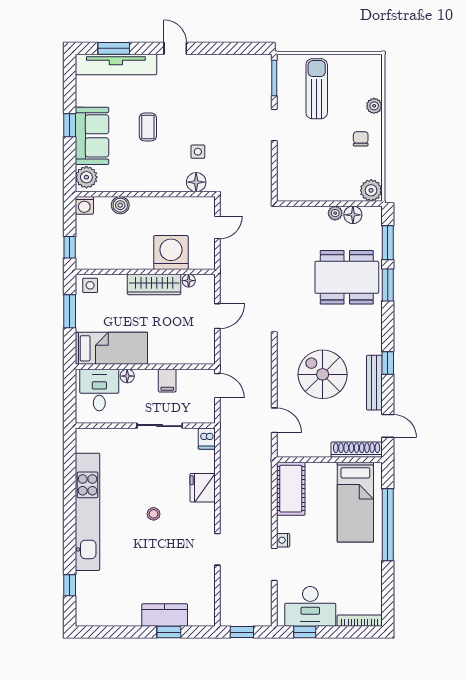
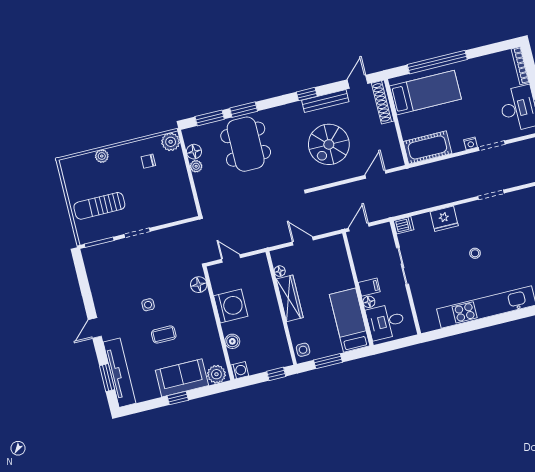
chair: (361, 139) -> (148, 161), moved
side table: (198, 152) -> (148, 305), moved
washing machine: (171, 253) -> (231, 306), moved, turned 180
filing cabinet: (167, 381) -> (369, 287), moved

